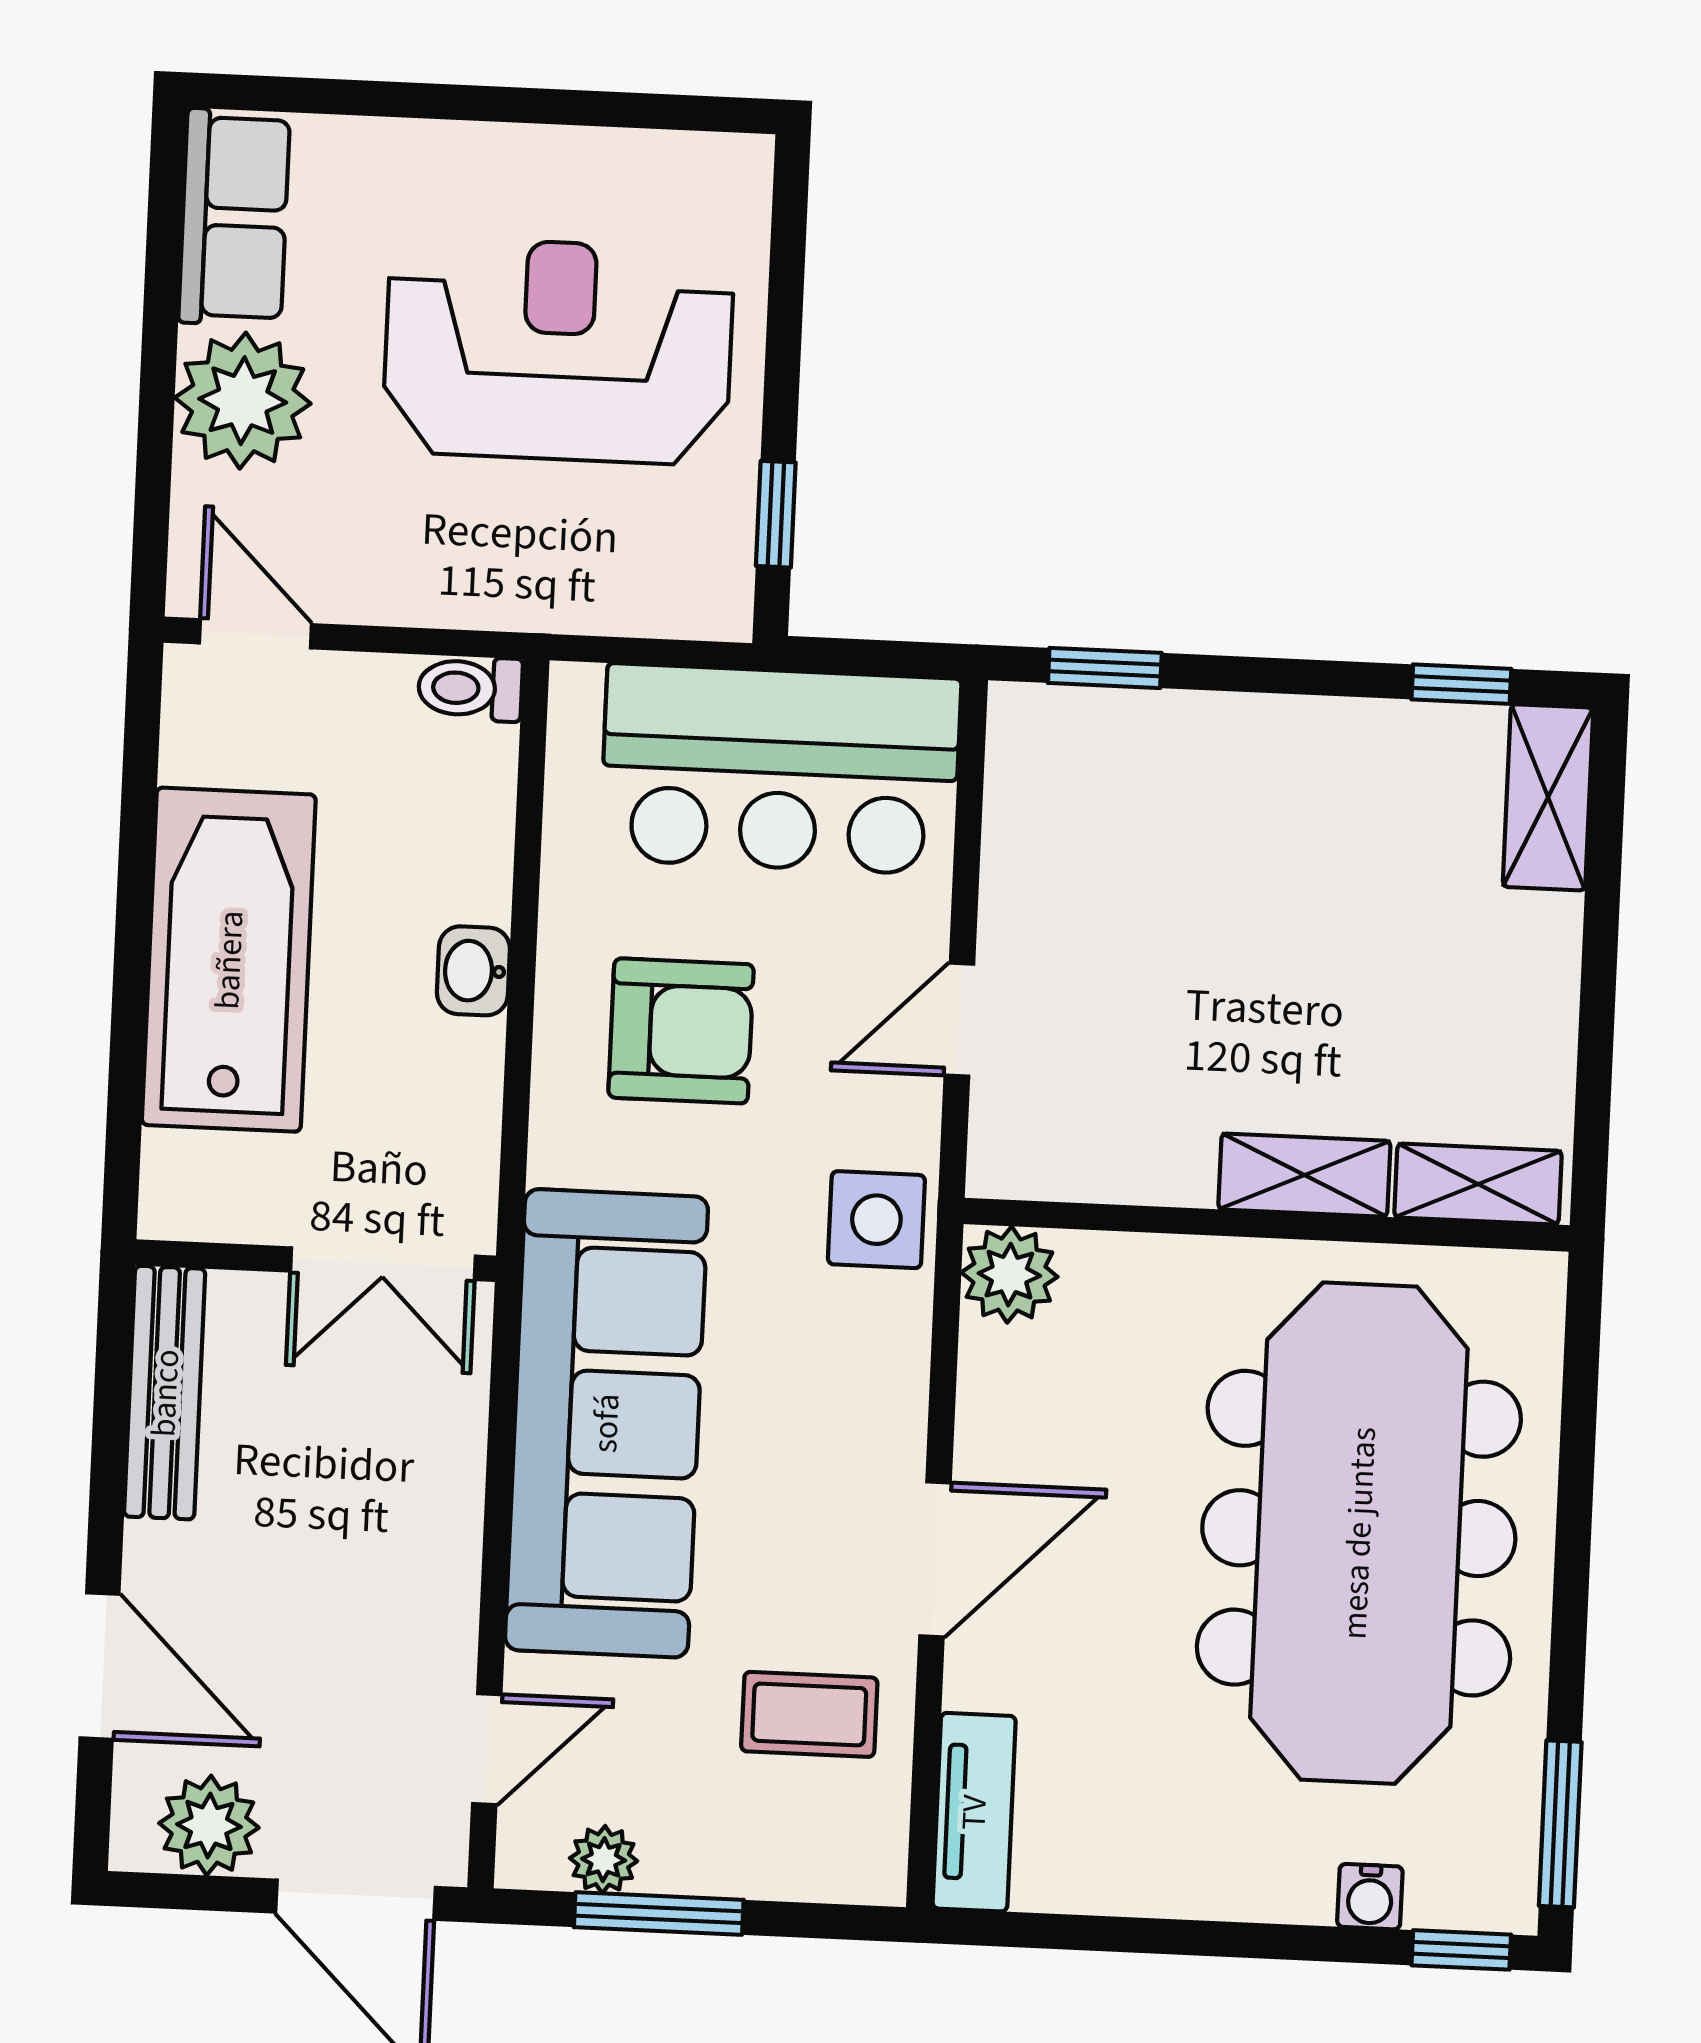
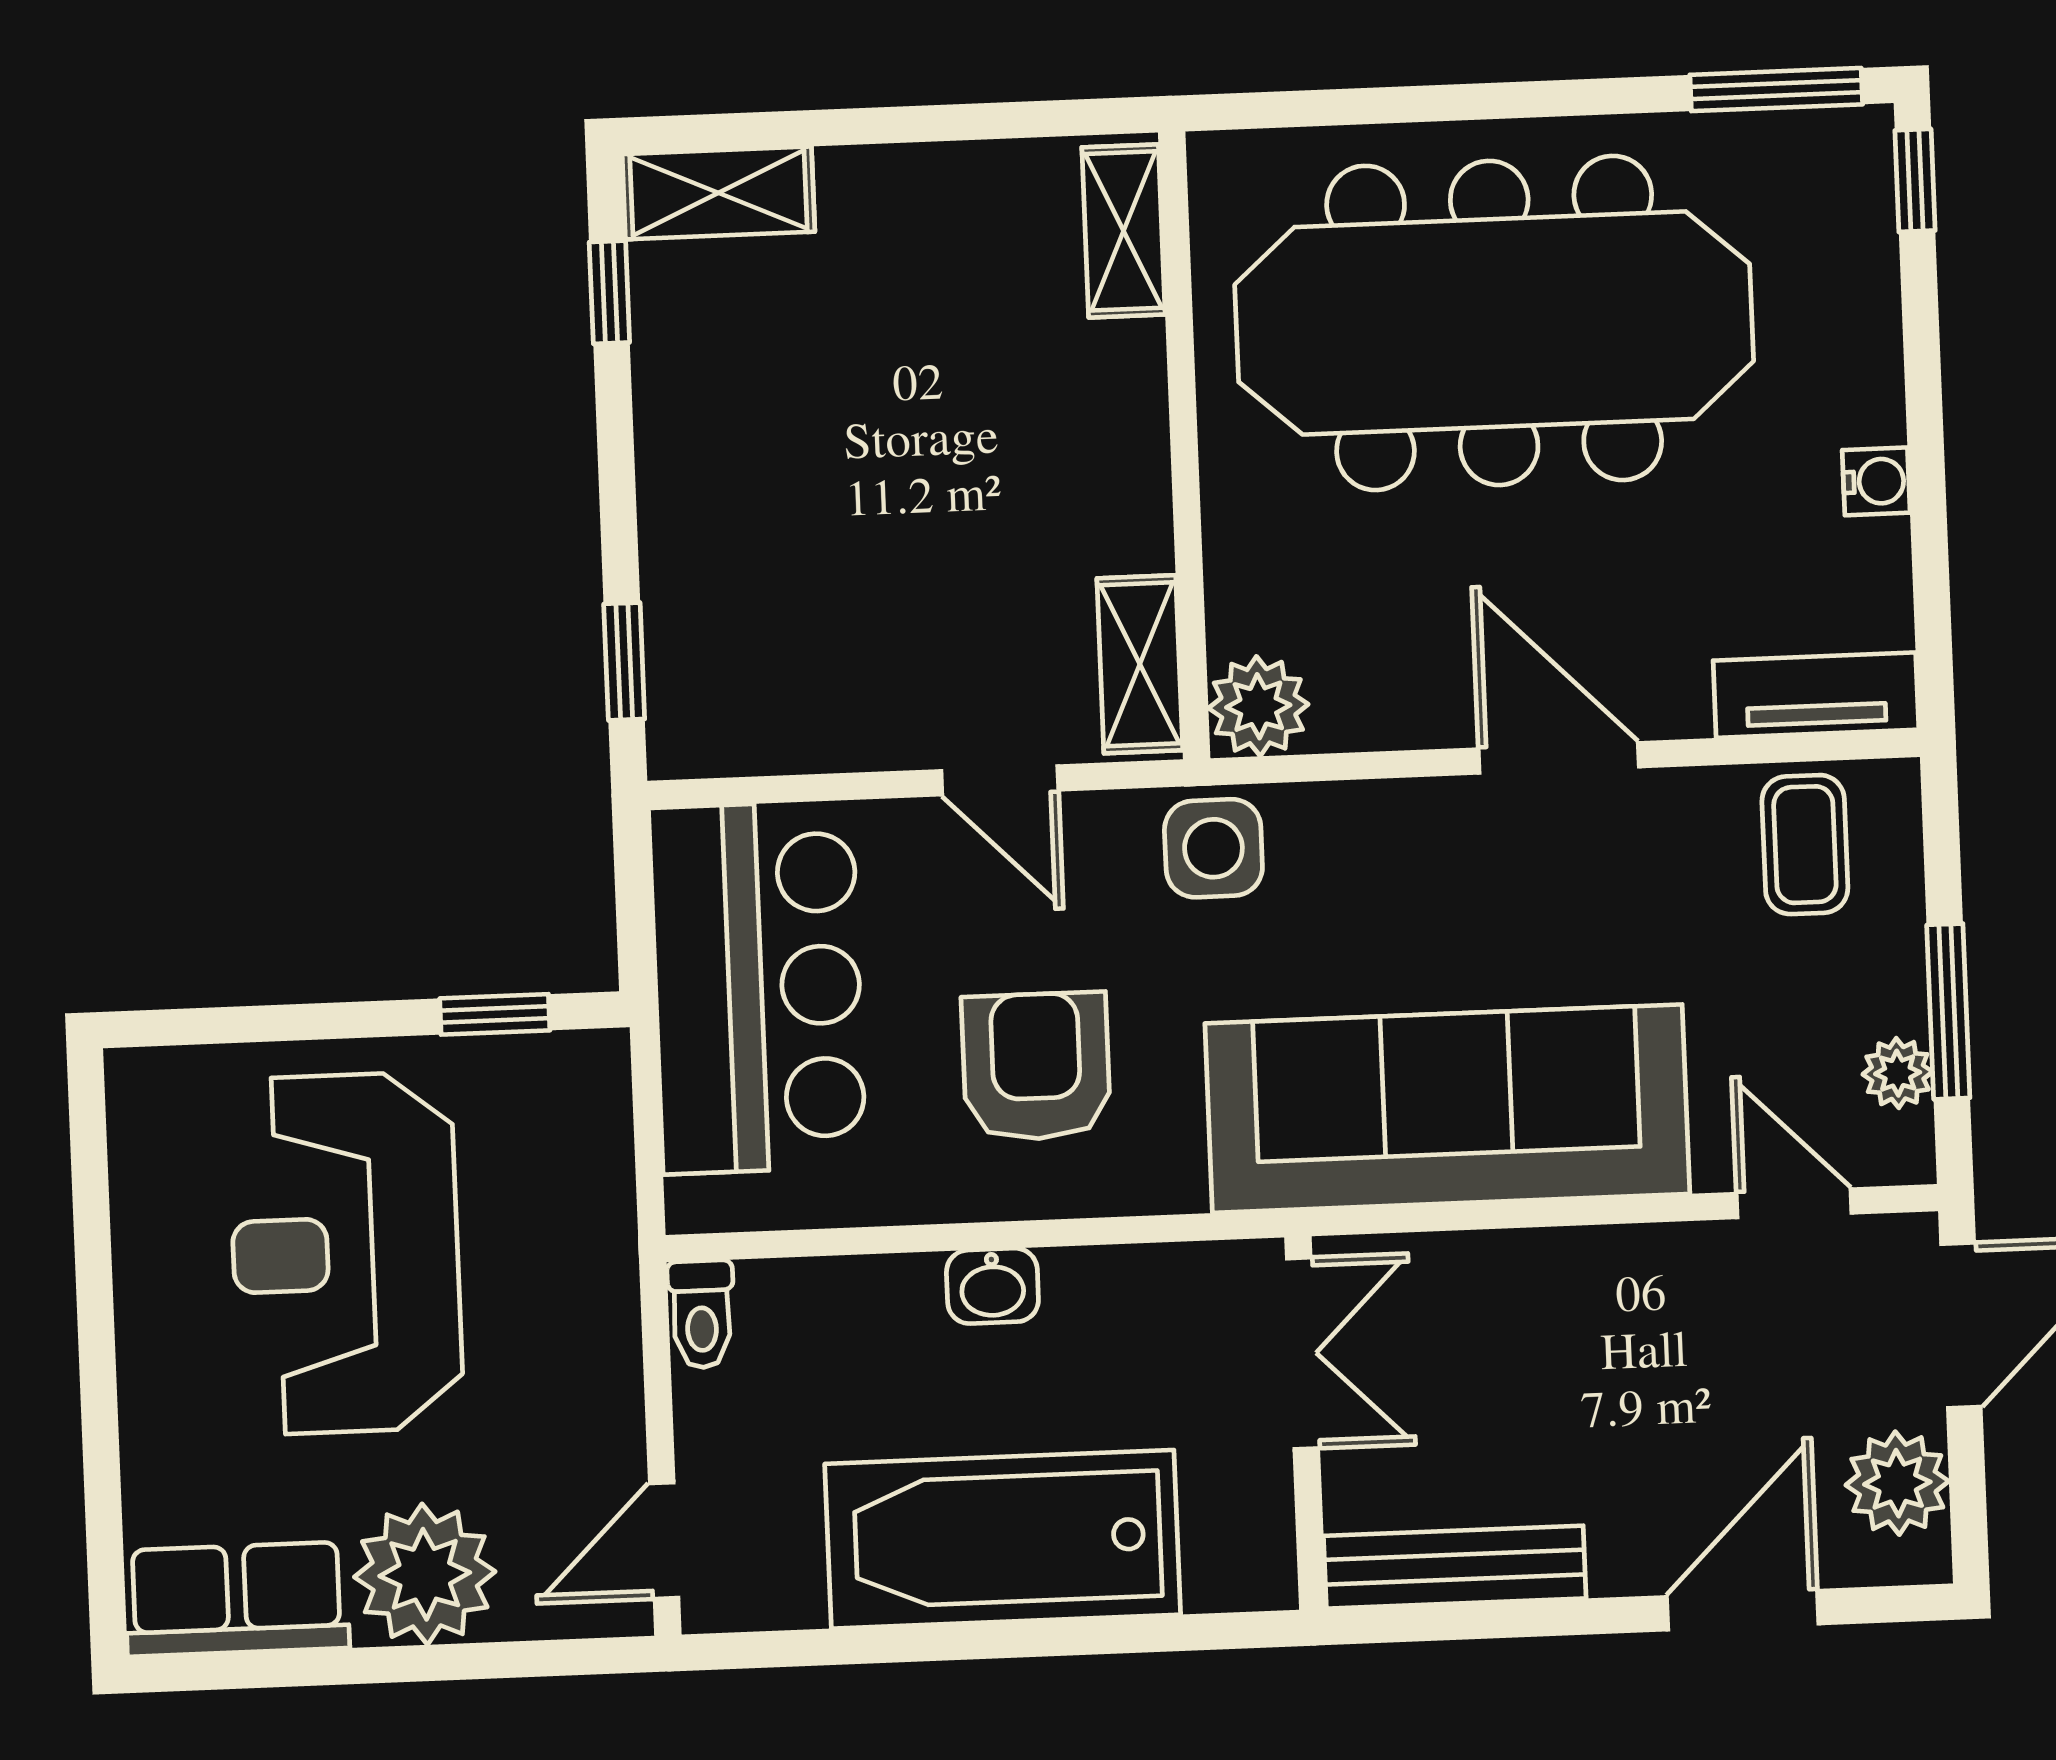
shelving: (1304, 1175) -> (1140, 664), moved
coffee table: (809, 1714) -> (1805, 845), moved
water cooler: (1370, 1897) -> (1876, 481), moved

